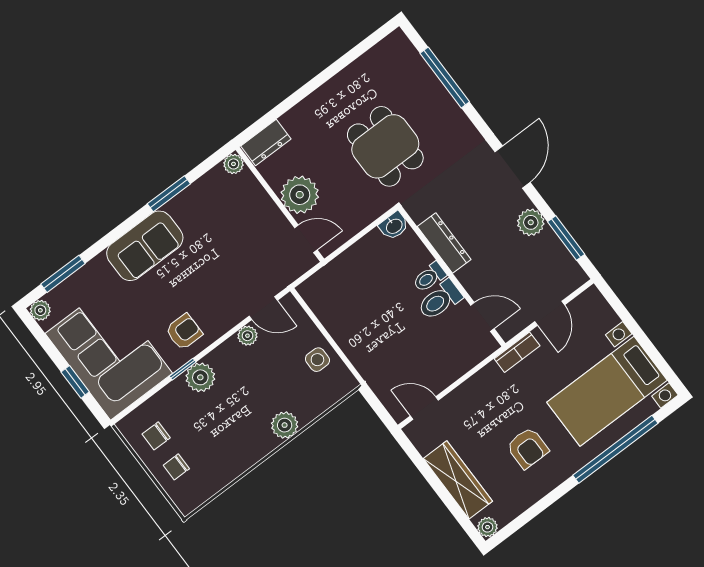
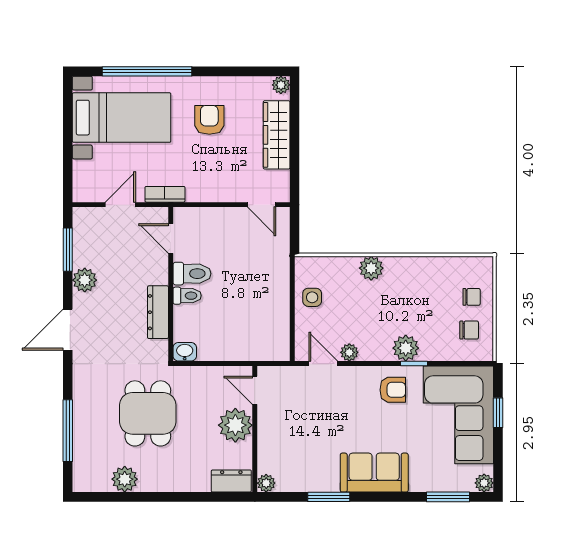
plant: (362, 73) -> (125, 479), added
armchair: (184, 332) -> (393, 390), turned 180

